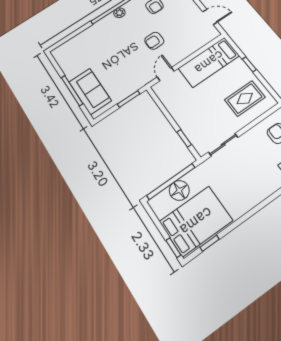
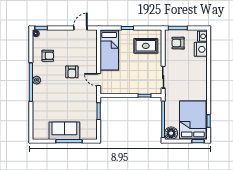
sofa: (90, 91) -> (64, 131), moved
rug: (245, 98) -> (146, 46), turned 90
floor lamp: (179, 190) -> (171, 133), moved

